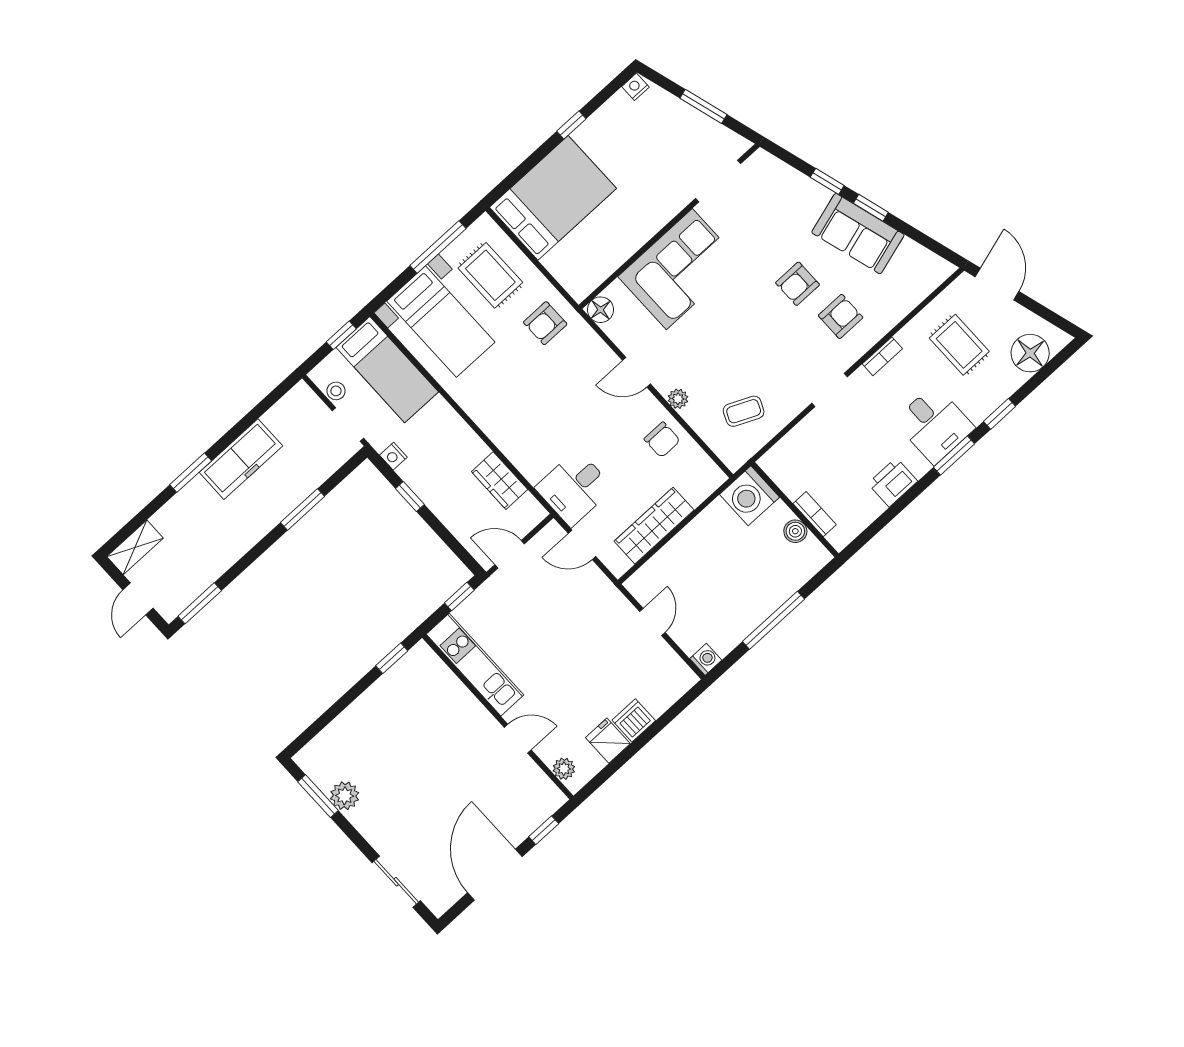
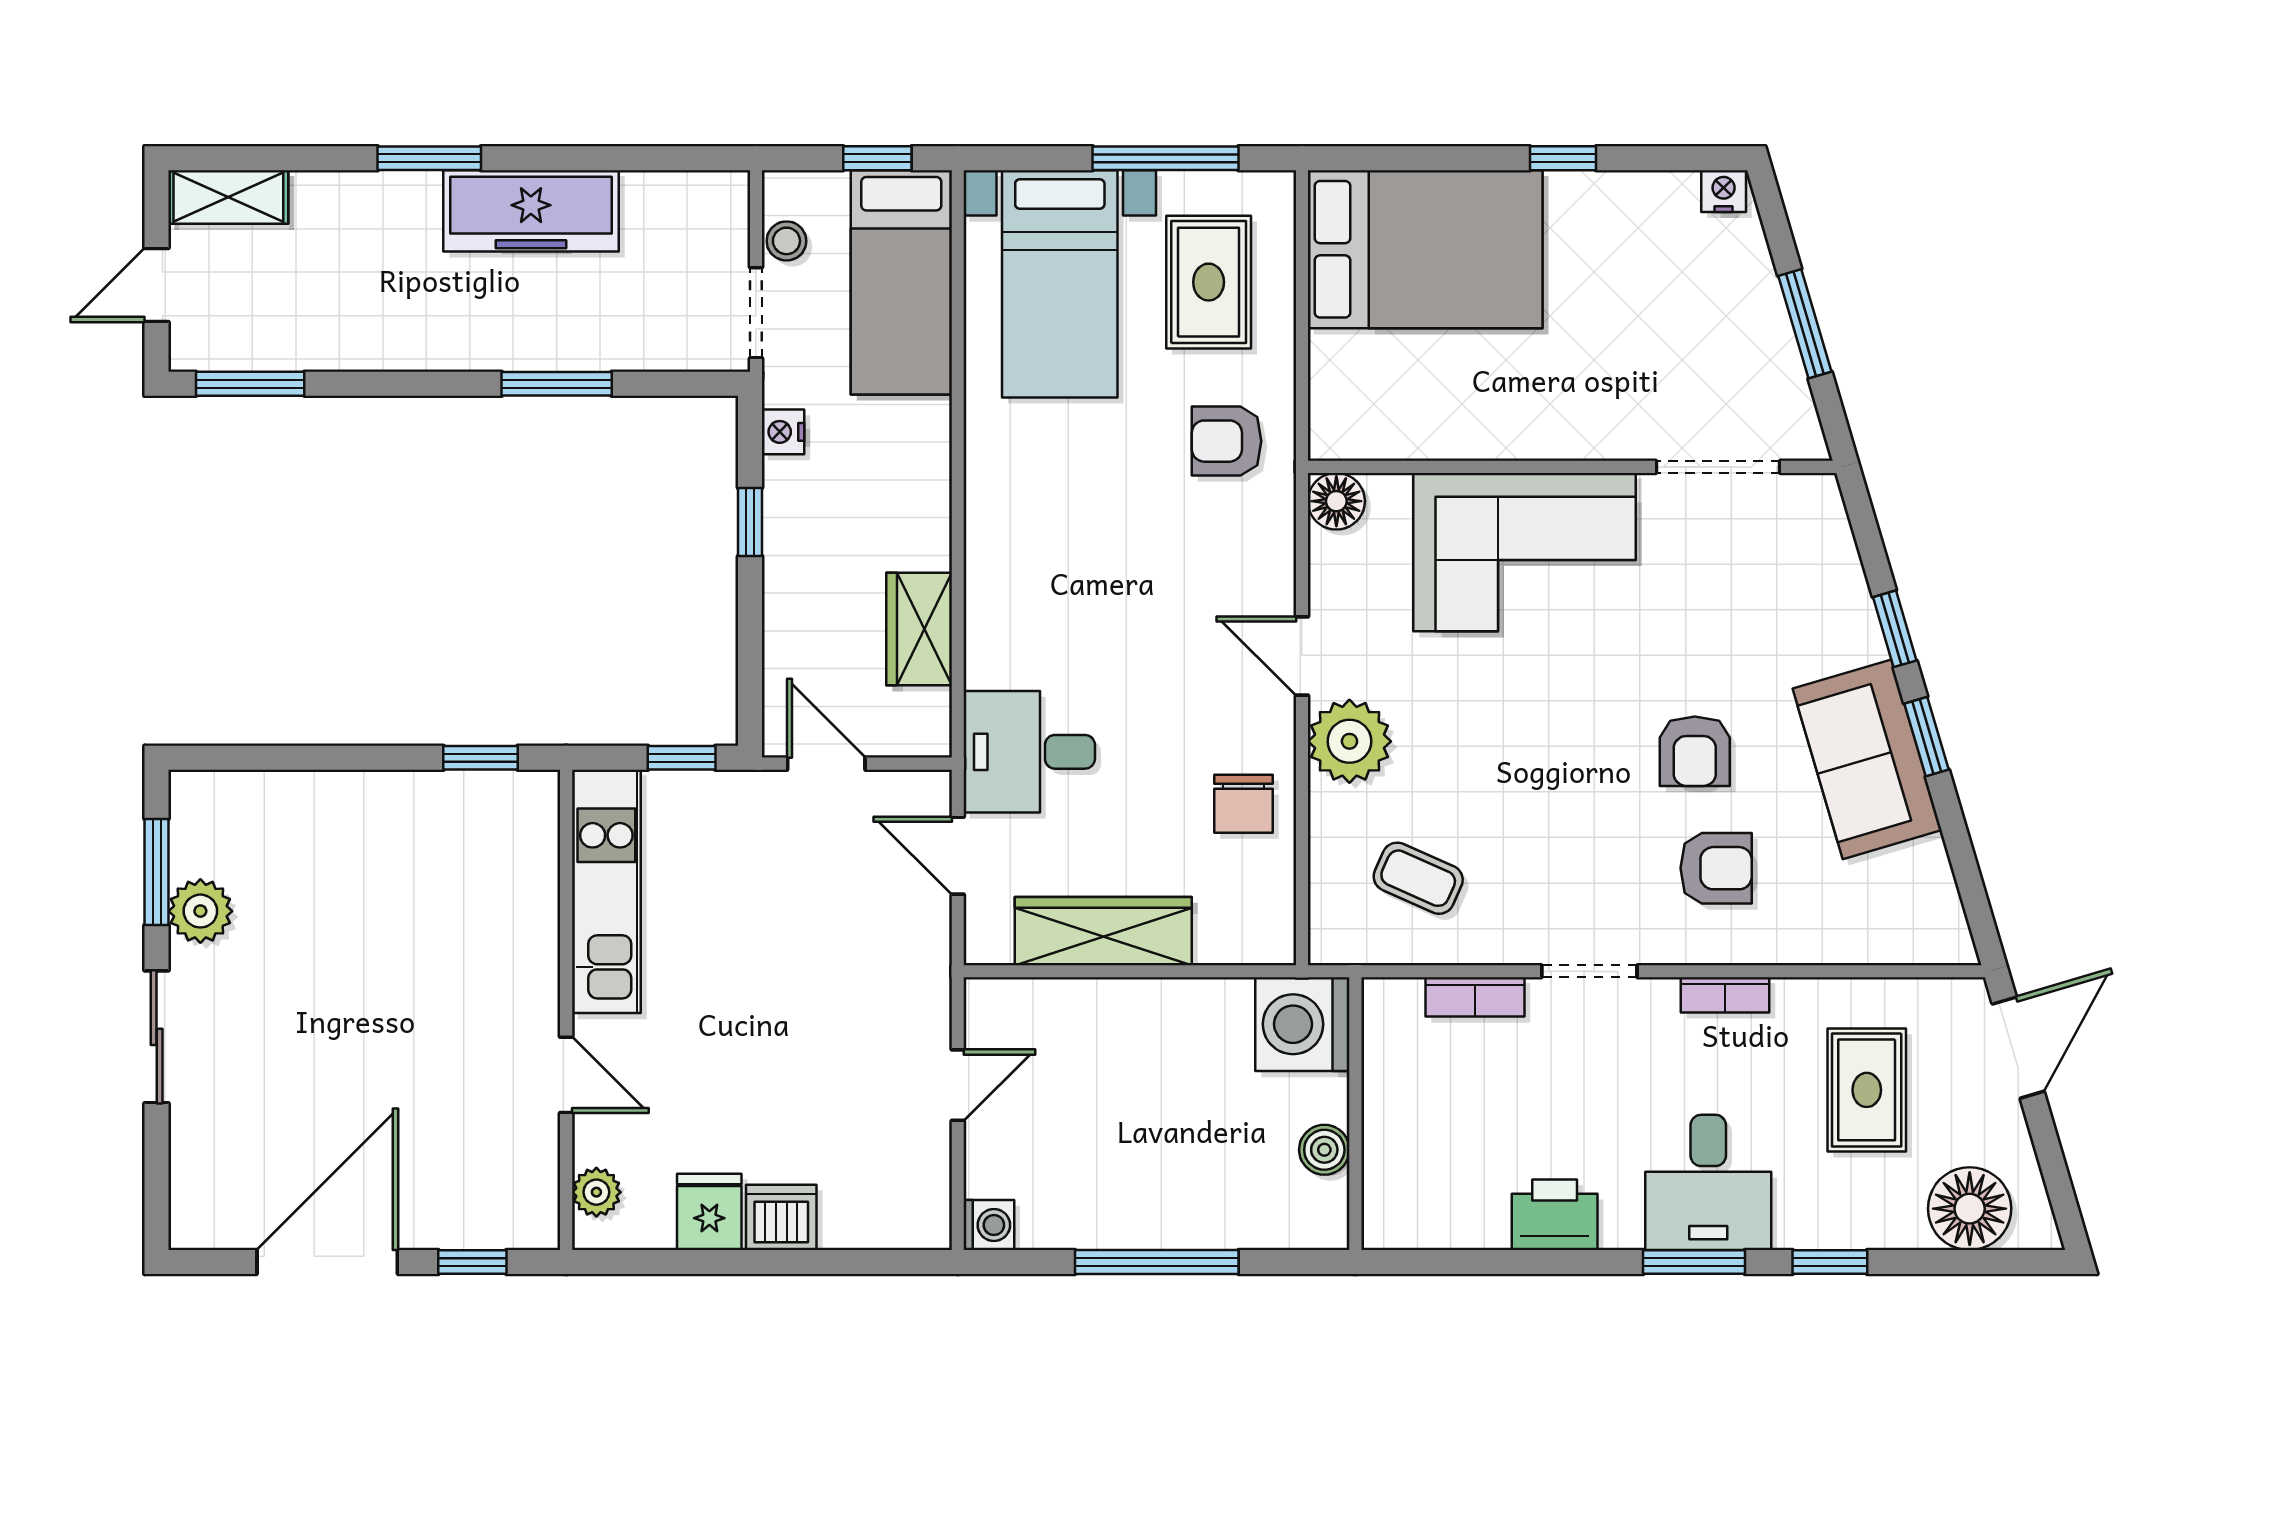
armchair: (798, 284) -> (1695, 751), turned -90
plant: (678, 399) -> (1349, 741), width x1.88, depth x1.88
bookcase: (815, 514) -> (1475, 997), moved, turned 90
sliding door: (396, 882) -> (157, 1037), moved

